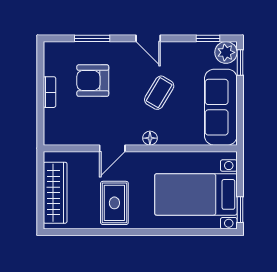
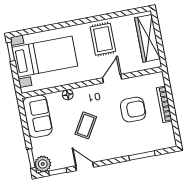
door: (148, 38) -> (85, 167), moved
armchair: (93, 81) -> (133, 110), moved
bookcase: (49, 92) -> (164, 104), width x1.56
sofa: (221, 107) -> (38, 116), width x0.73
floor lamp: (150, 138) -> (68, 95), moved

